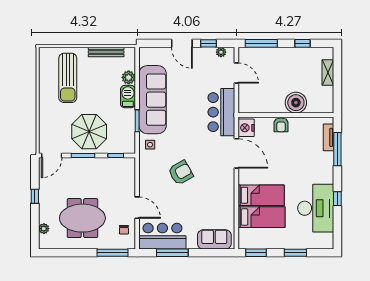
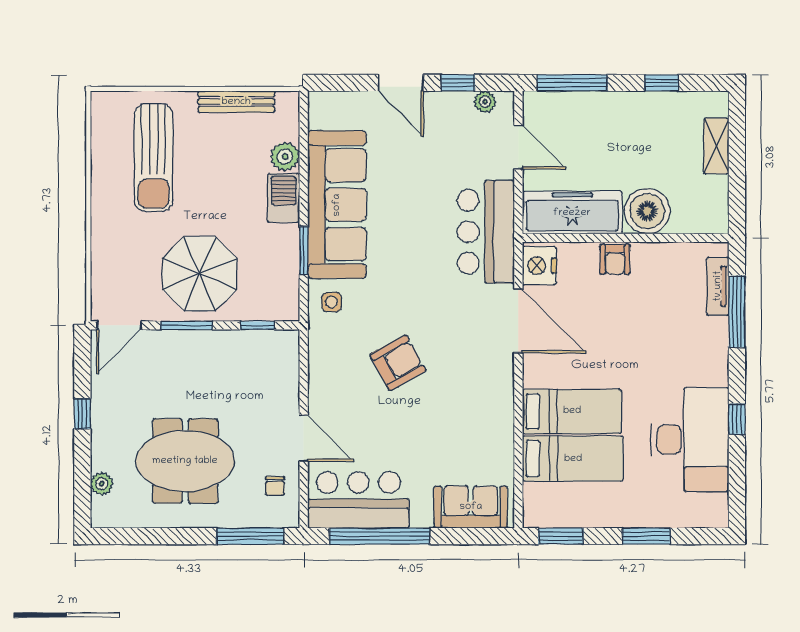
freezer: (261, 103) -> (572, 213), added
window: (172, 253) -> (380, 536), width x1.46

